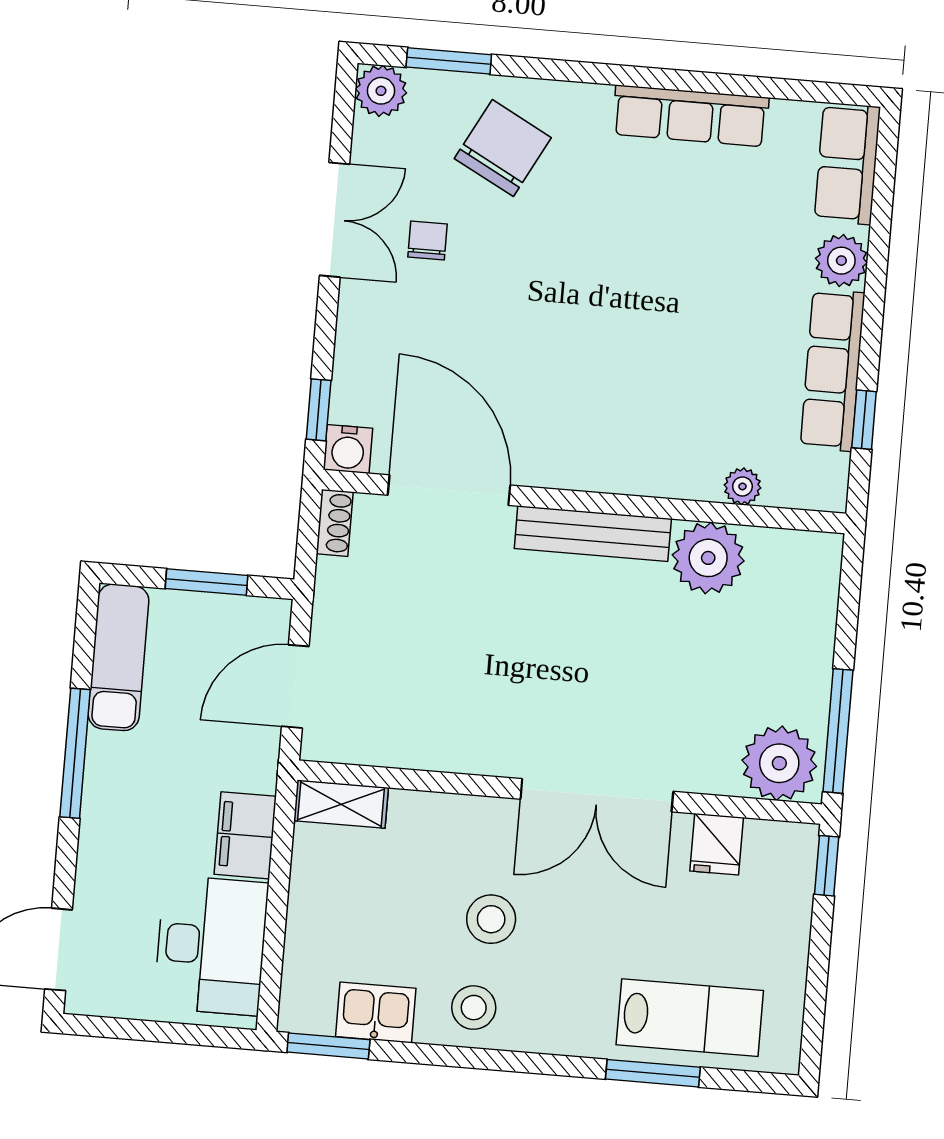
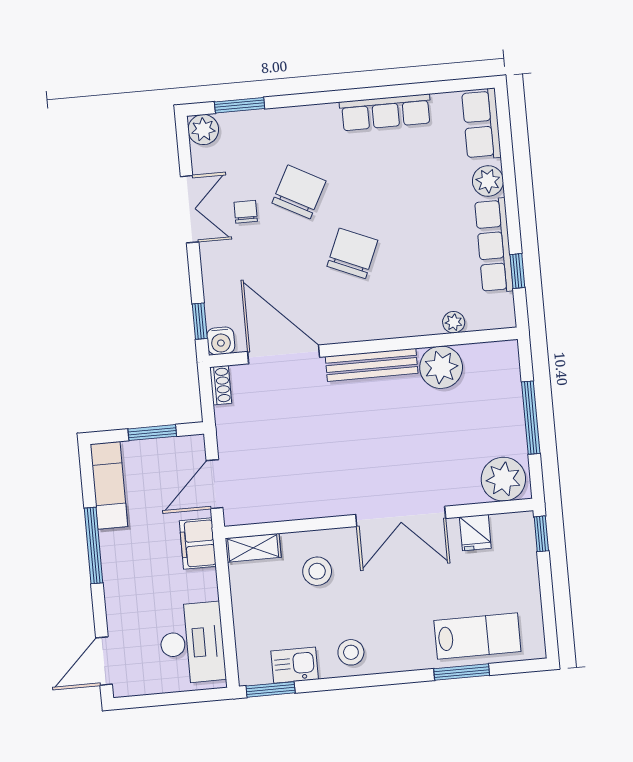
chair: (503, 148) -> (299, 192), moved
chair: (594, 341) -> (352, 253), added
window: (838, 731) -> (531, 418), moved
filing cabinet: (245, 835) -> (198, 544), moved
stool: (491, 919) -> (317, 571), moved

